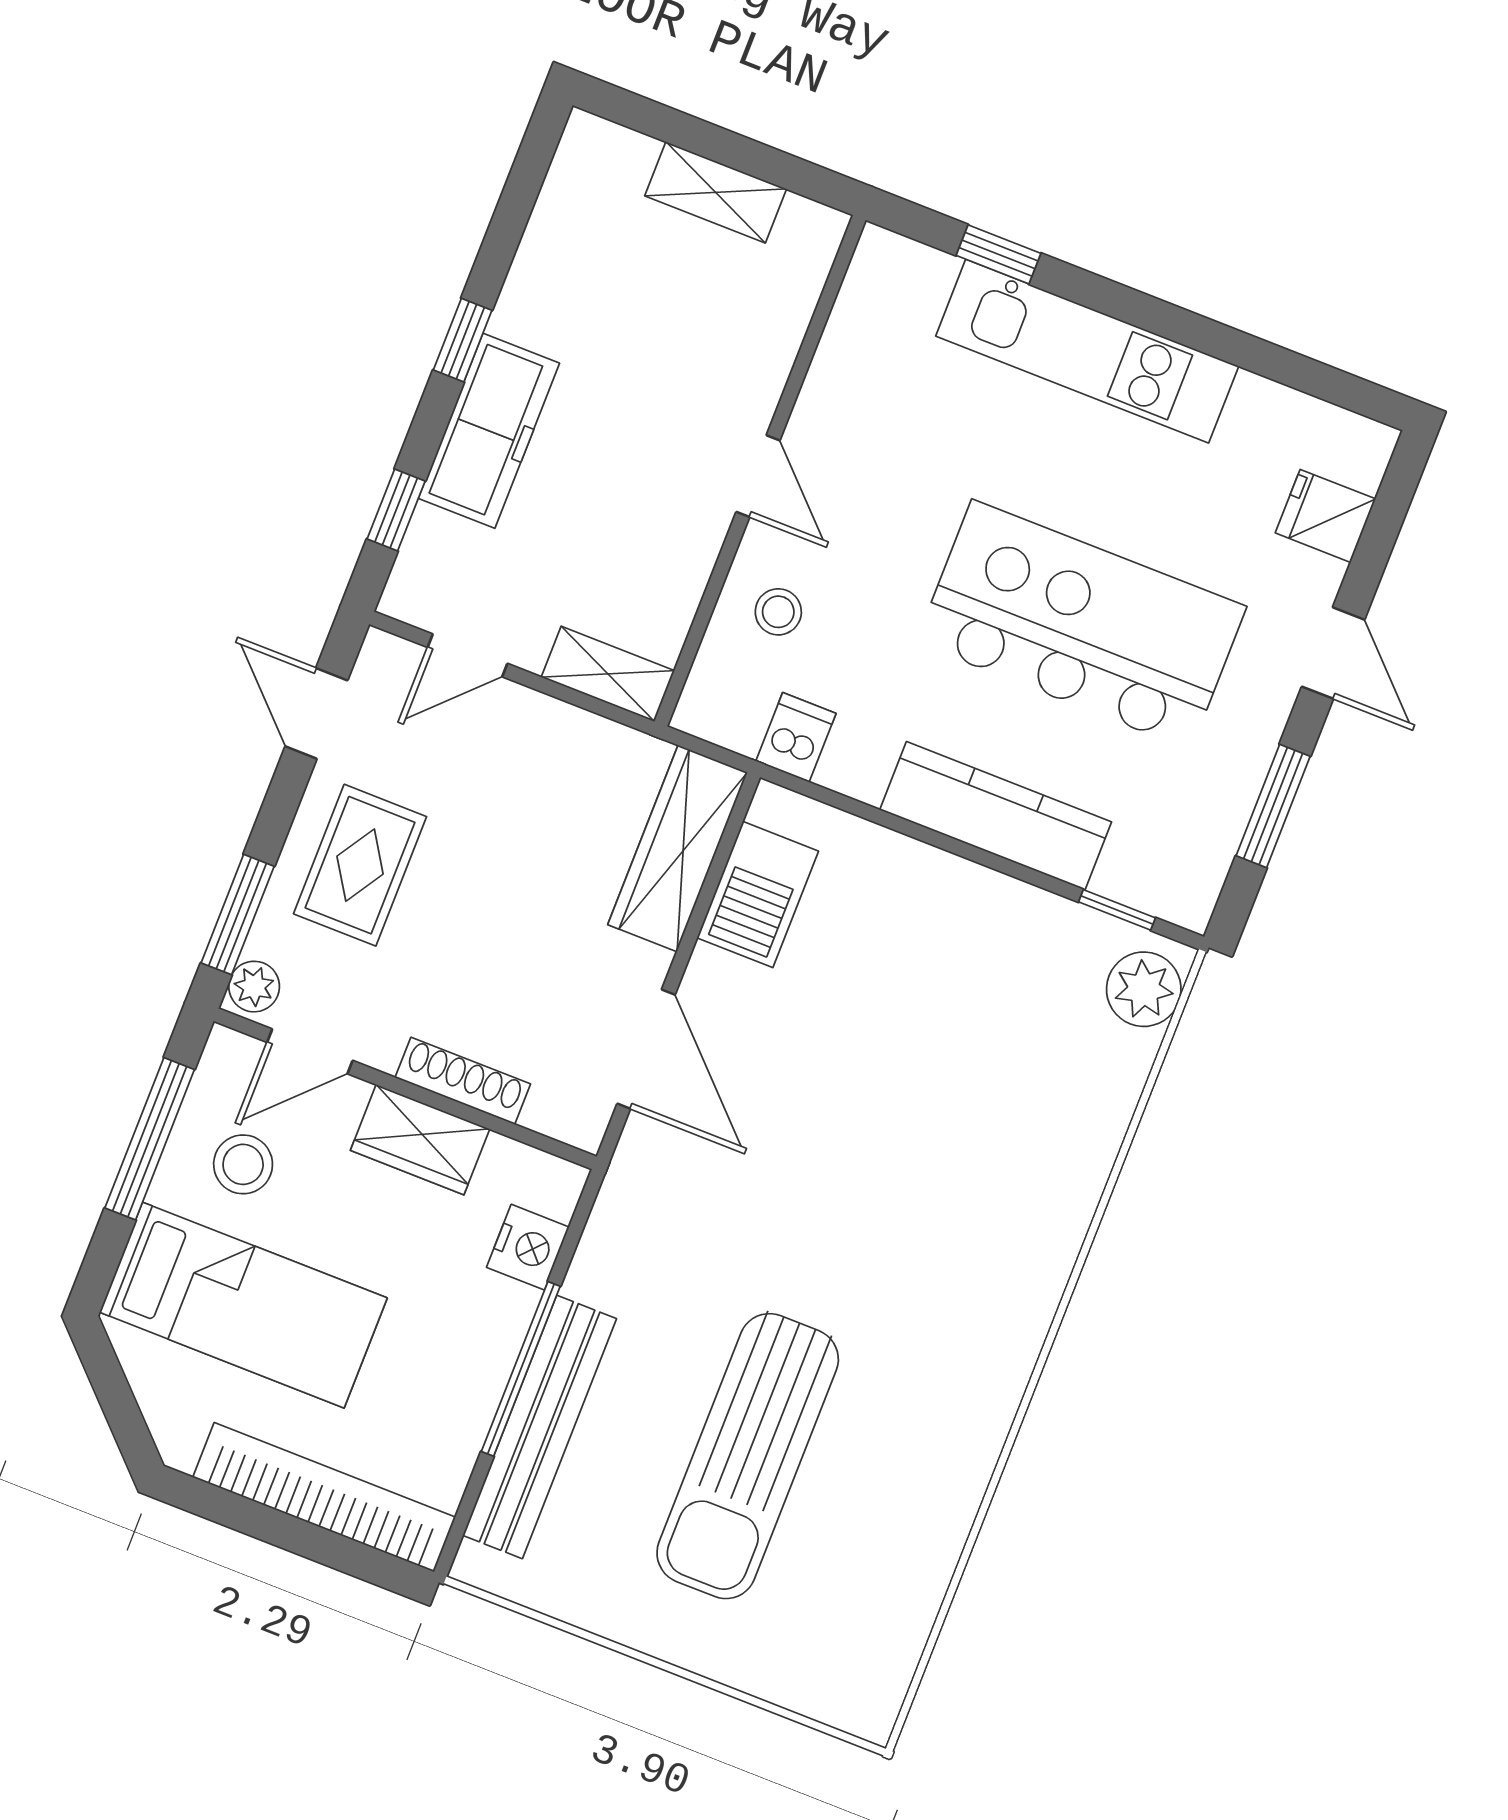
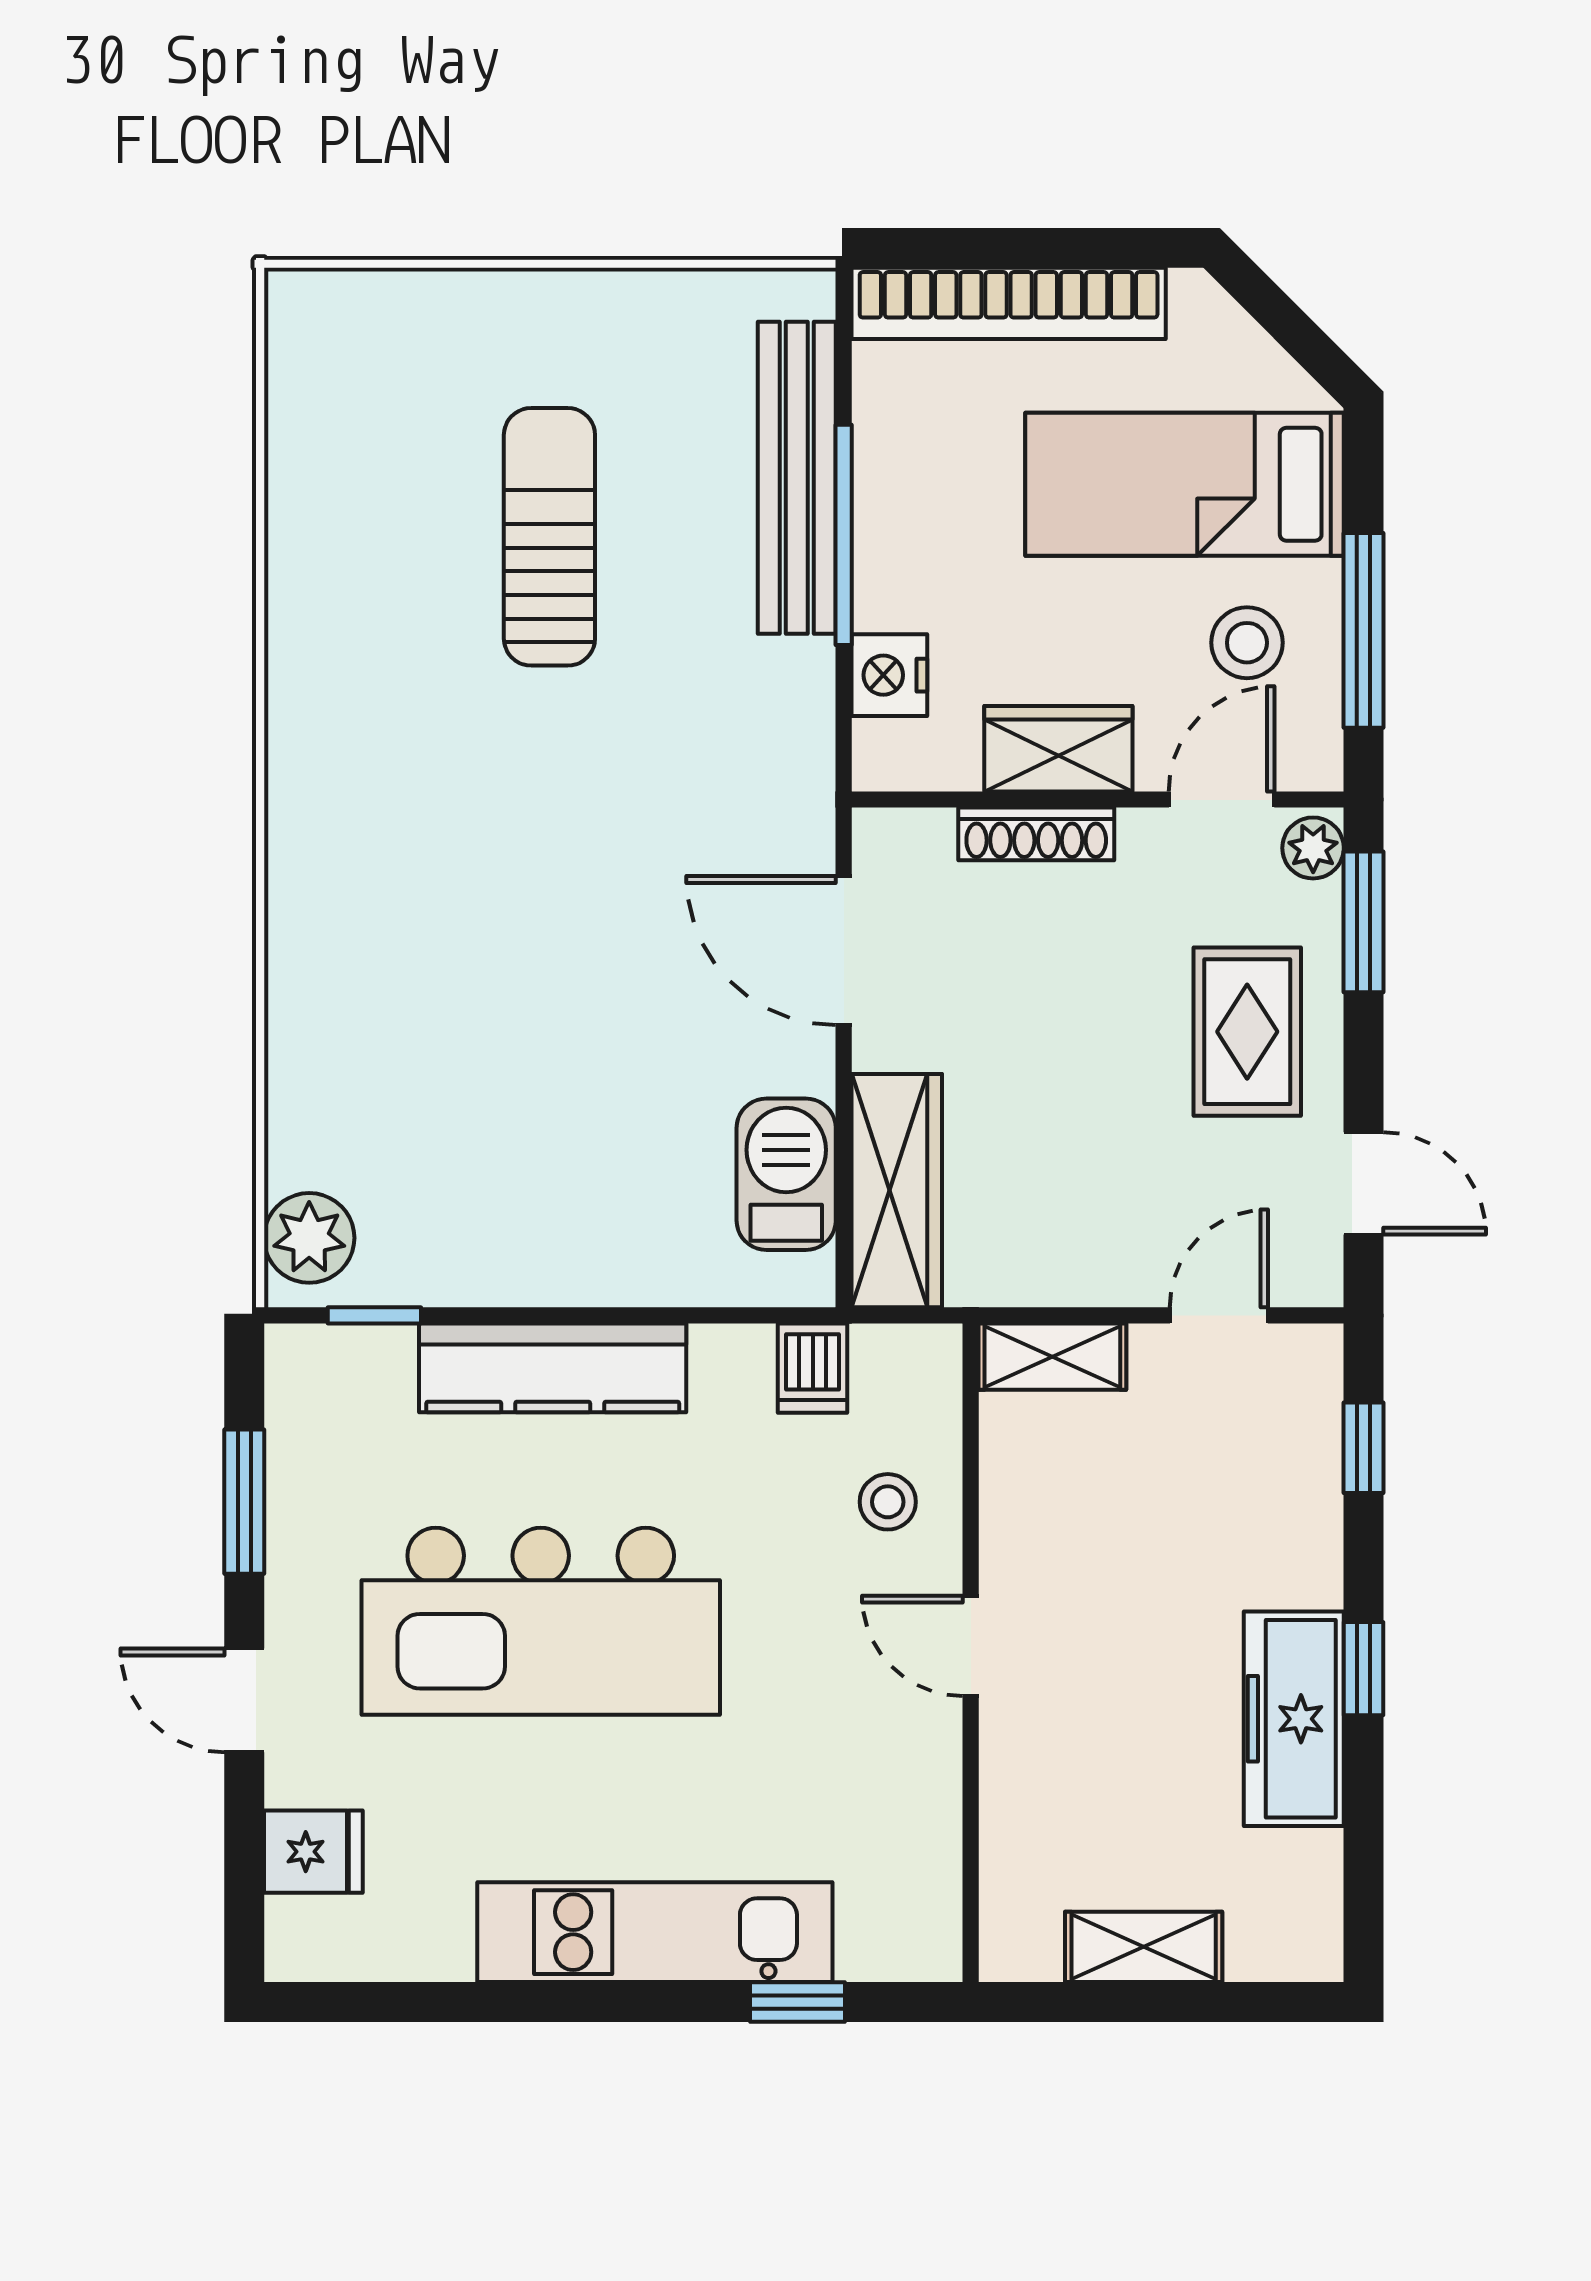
freezer: (489, 431) -> (1294, 1719), moved
sun lounger: (748, 1456) -> (549, 537), width x0.73, depth x0.75

